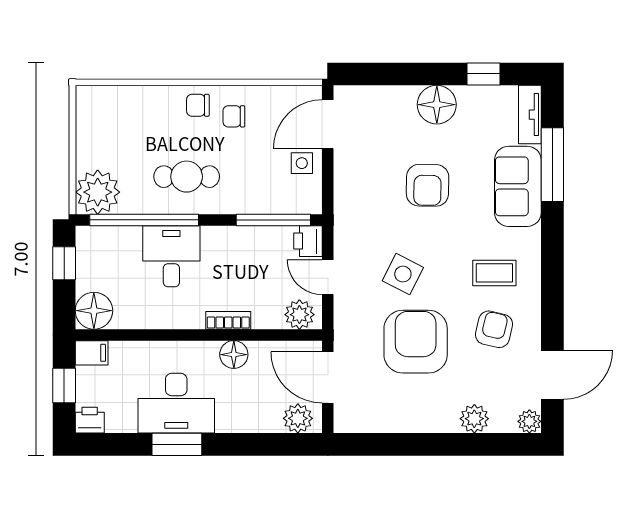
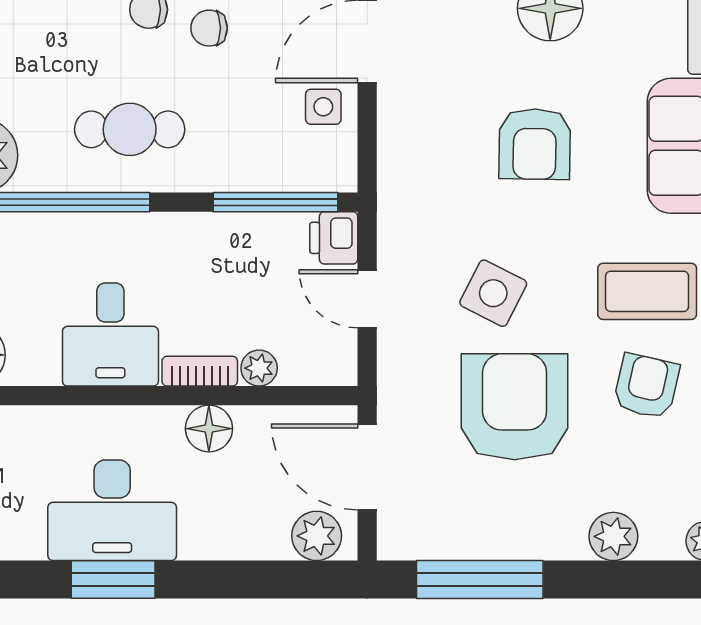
desk: (171, 256) -> (110, 335), moved, turned 180
coffee table: (494, 273) -> (647, 291), width x1.36, depth x1.30
plant: (299, 315) -> (259, 368), moved, width x0.73, depth x0.73
window: (395, 444) -> (480, 580), added

